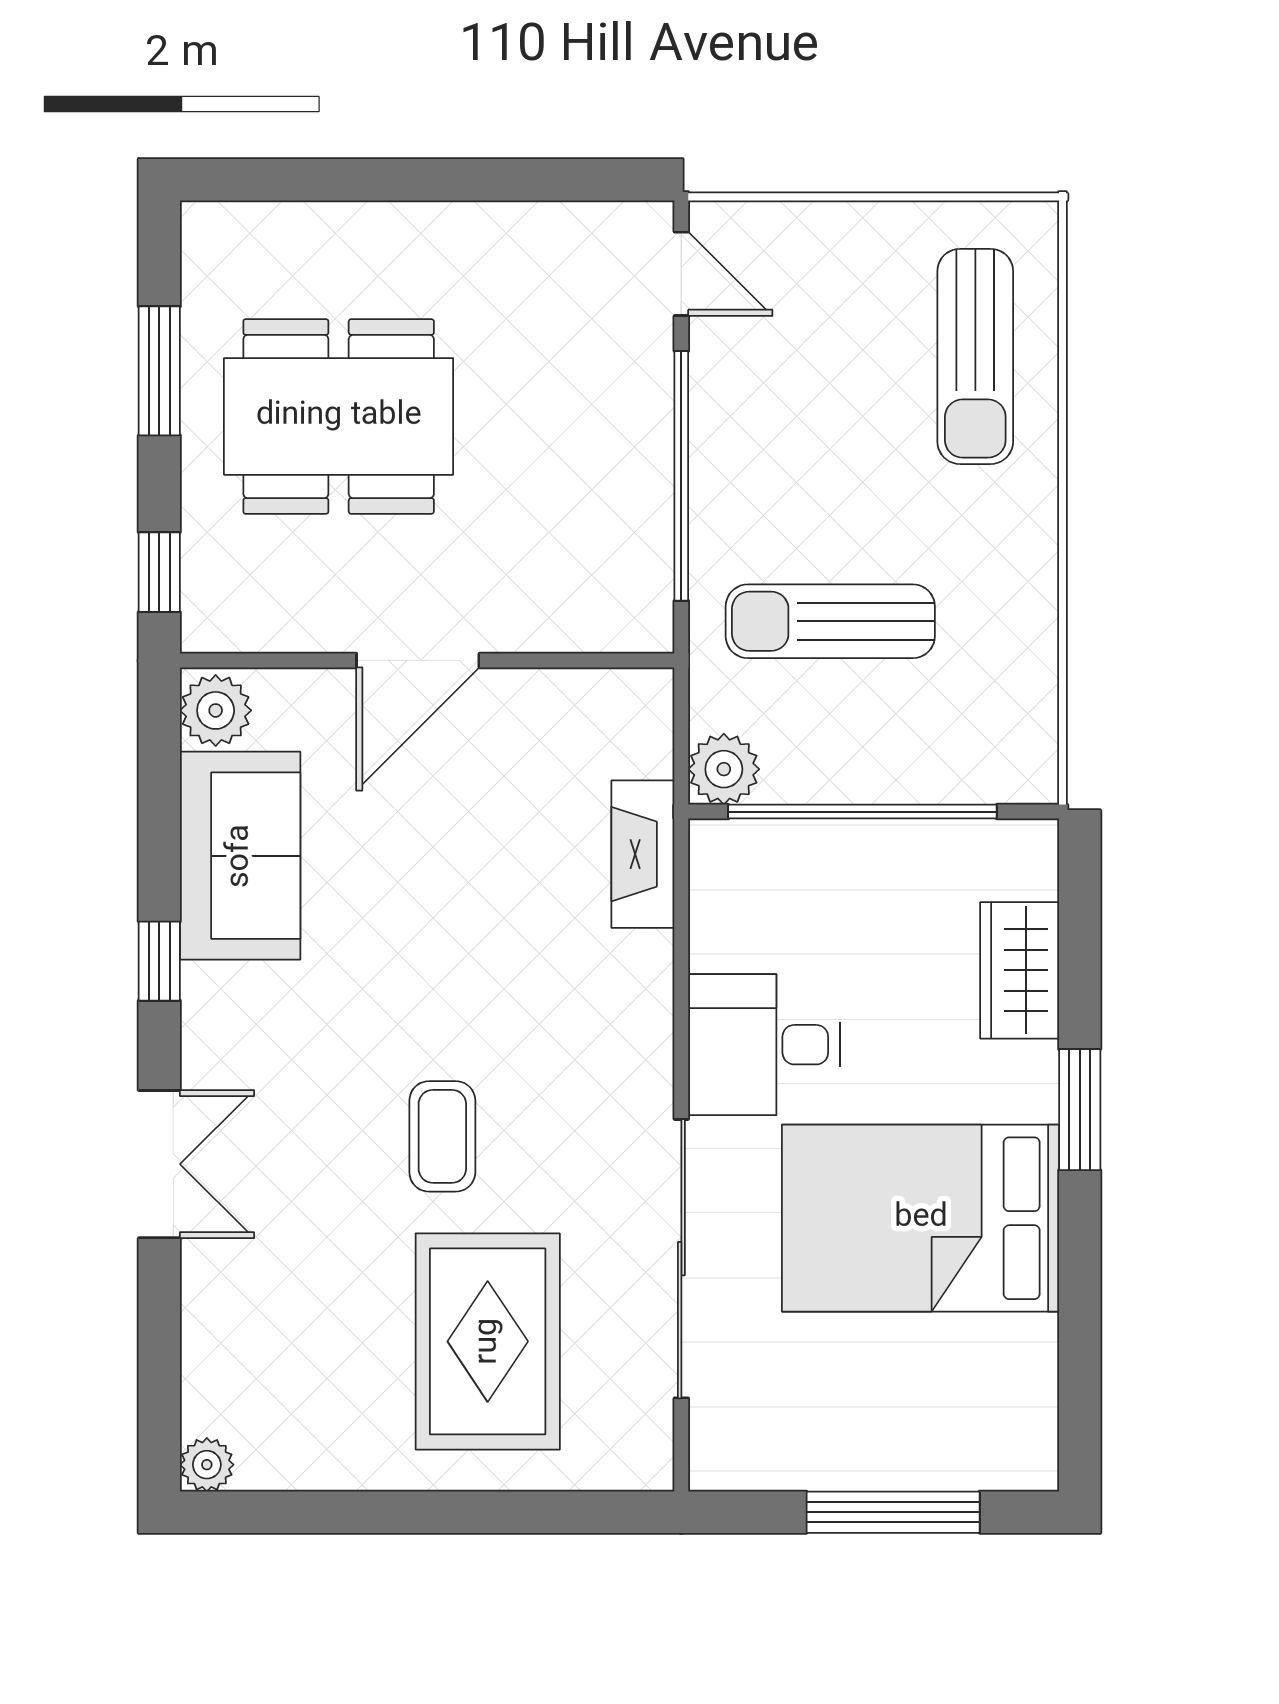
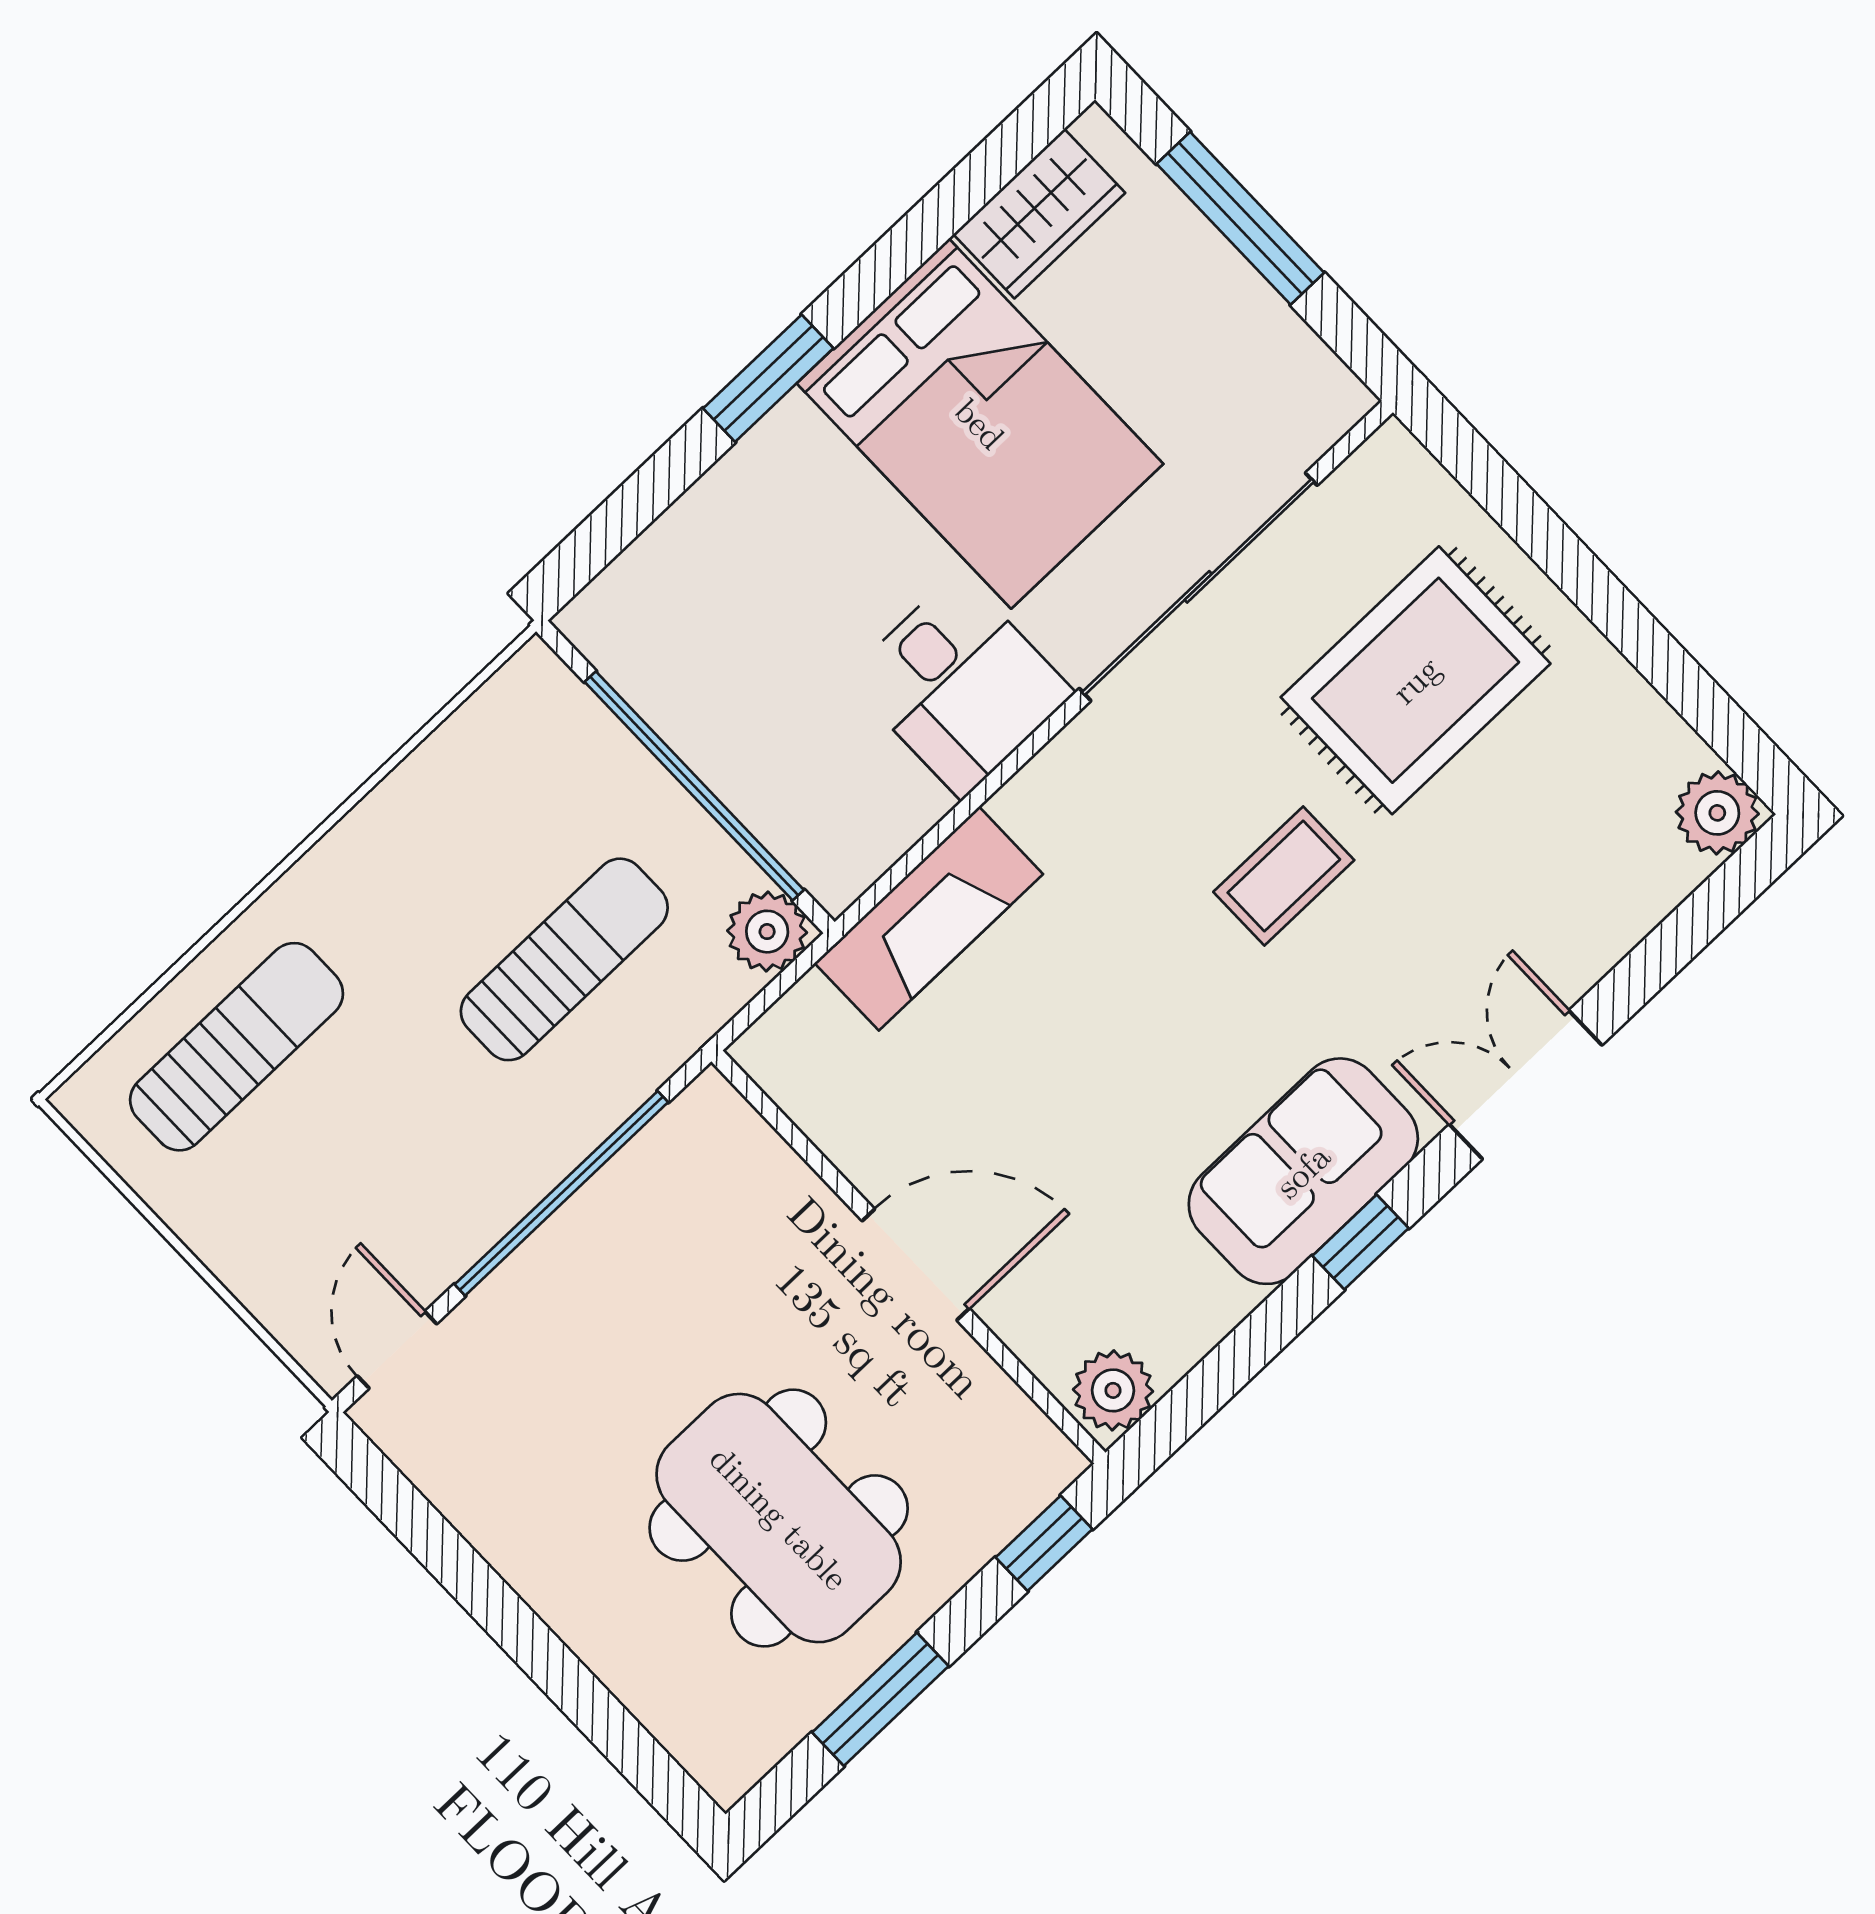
sun lounger: (830, 621) -> (564, 959), turned -90
fireplace: (643, 854) -> (929, 919), width x1.37, depth x1.32
sofa: (240, 856) -> (1303, 1171), moved
wardrobe: (1020, 970) -> (1039, 214), moved
plant: (207, 1465) -> (1717, 813), width x1.38, depth x1.38

